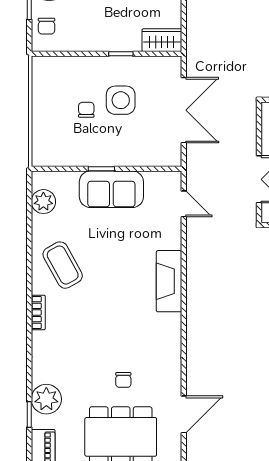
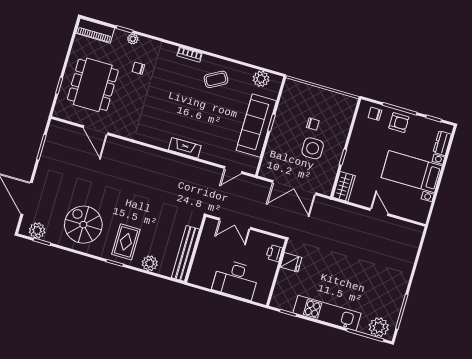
sofa: (111, 189) -> (256, 125), width x1.36
coffee table: (63, 265) -> (216, 79), width x0.73, depth x0.77
fireplace: (169, 281) -> (185, 148), width x0.73, depth x0.76
chair: (123, 380) -> (138, 68), moved
plant: (46, 399) -> (133, 39), width x0.53, depth x0.53

